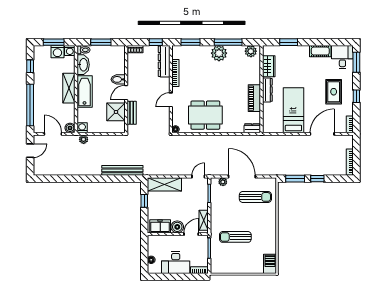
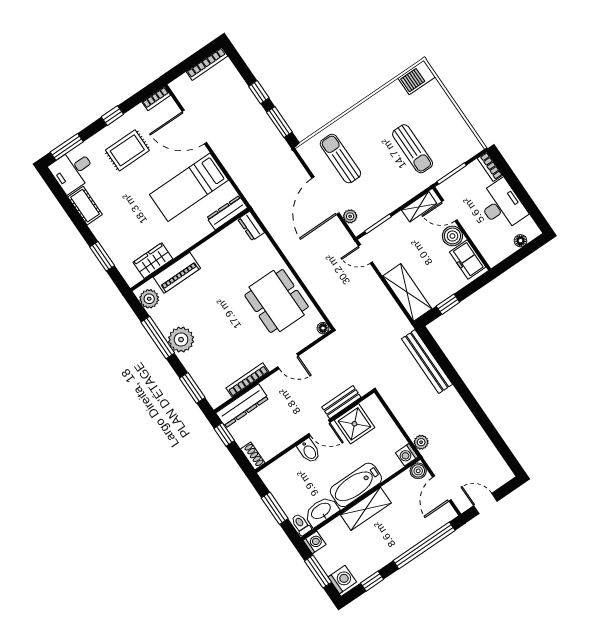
washing machine: (57, 52) -> (342, 580), moved
dresser: (267, 90) -> (227, 213), moved
piano: (254, 98) -> (177, 273), moved

